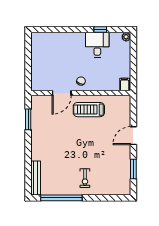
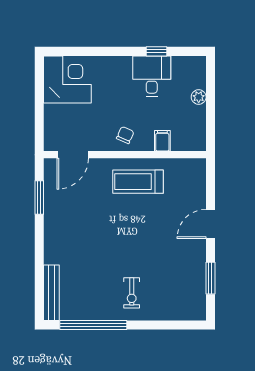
plant: (126, 37) -> (199, 97), moved
corner desk: (45, 47) -> (67, 80), added
filing cabinet: (125, 84) -> (162, 141), moved
door: (62, 93) -> (73, 155), moved

